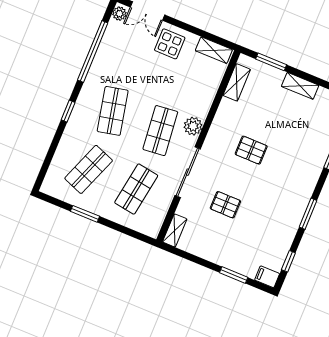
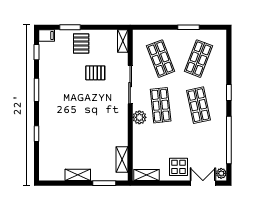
pallet: (251, 150) -> (81, 43), moved, turned 90
shop shelf: (136, 189) -> (161, 59), turned -30

